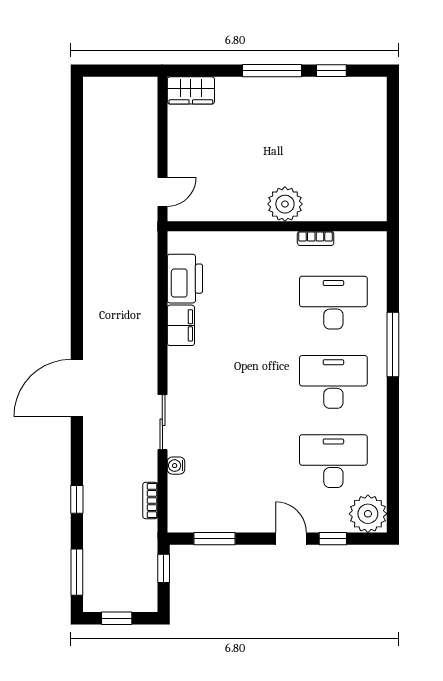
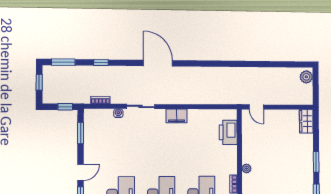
window: (272, 71) -> (316, 162), width x0.69
plant: (102, 90) -> (306, 77), added
plant: (285, 204) -> (247, 168), width x0.53, depth x0.53
printer: (185, 279) -> (228, 132), moved, turned 90
filing cabinet: (181, 325) -> (177, 116), moved

